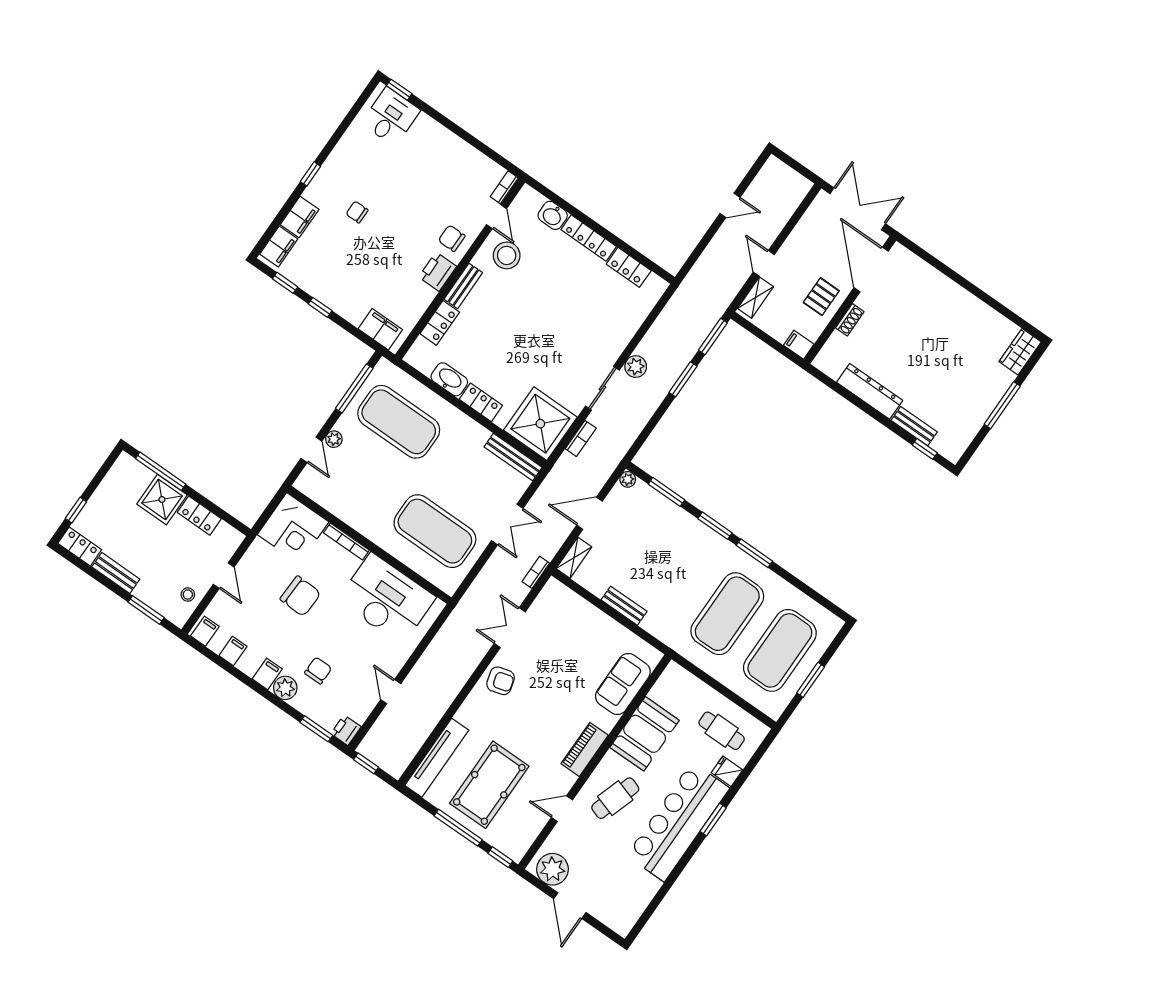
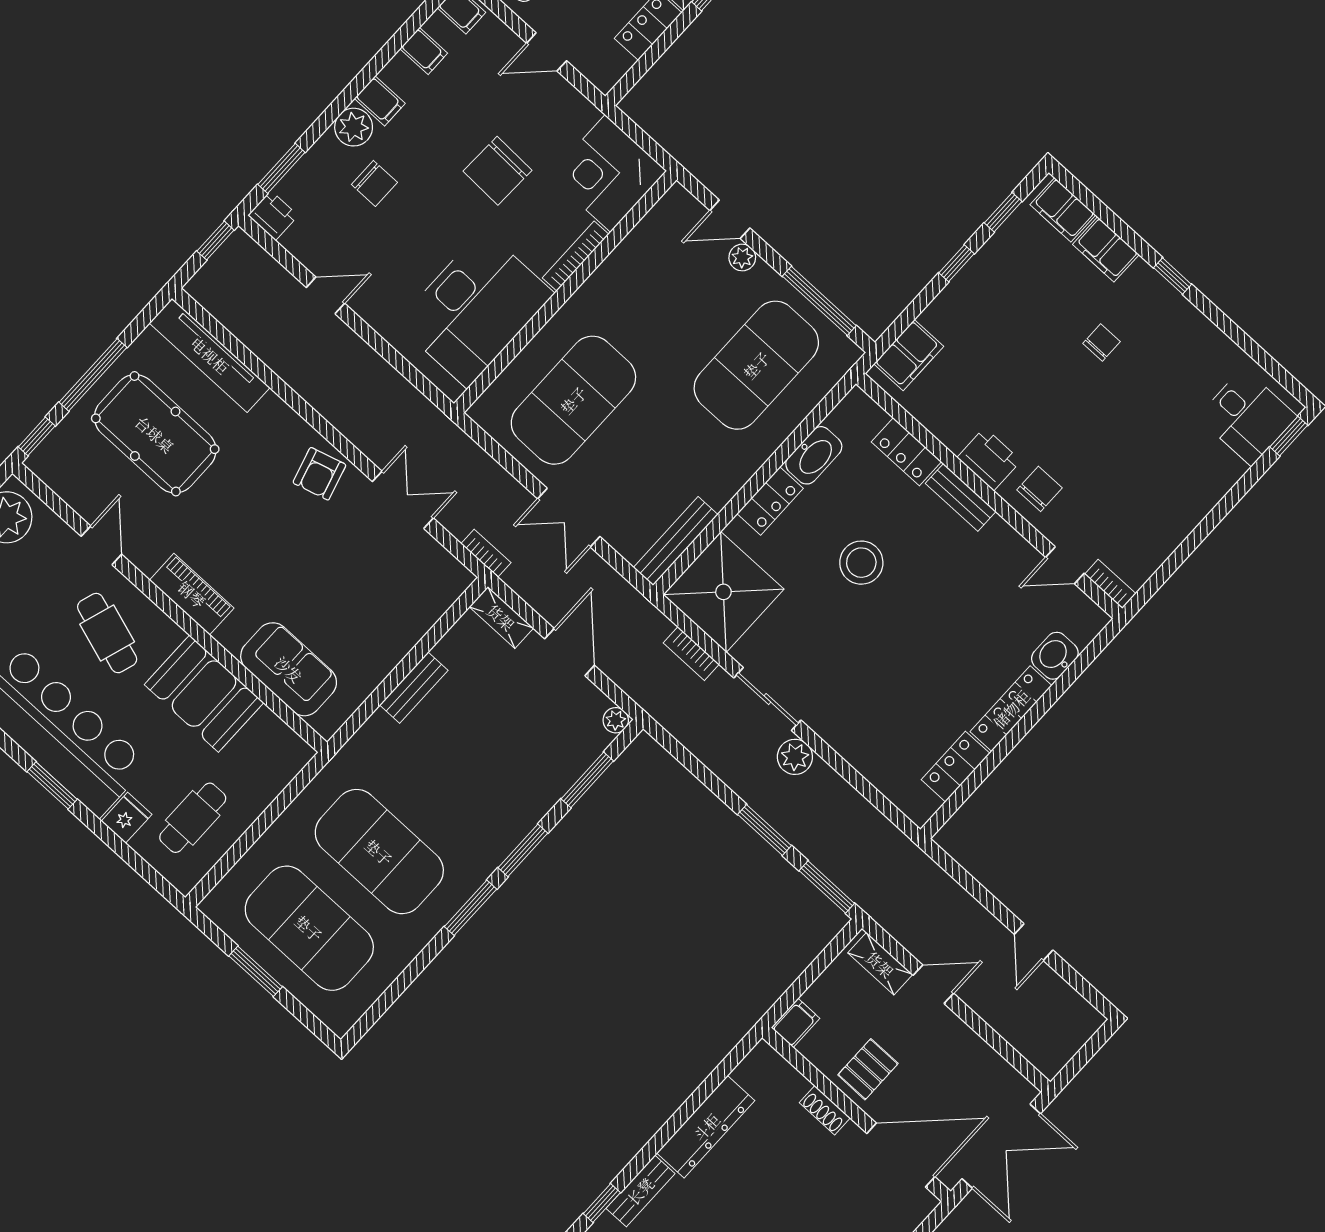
stool: (507, 255) -> (861, 563), moved
pallet: (821, 297) -> (868, 1069), turned 90

